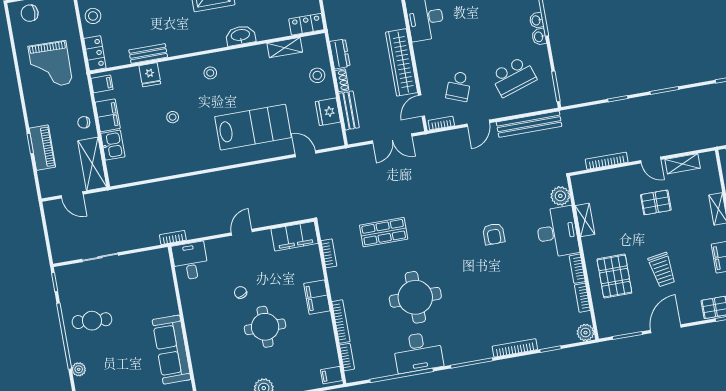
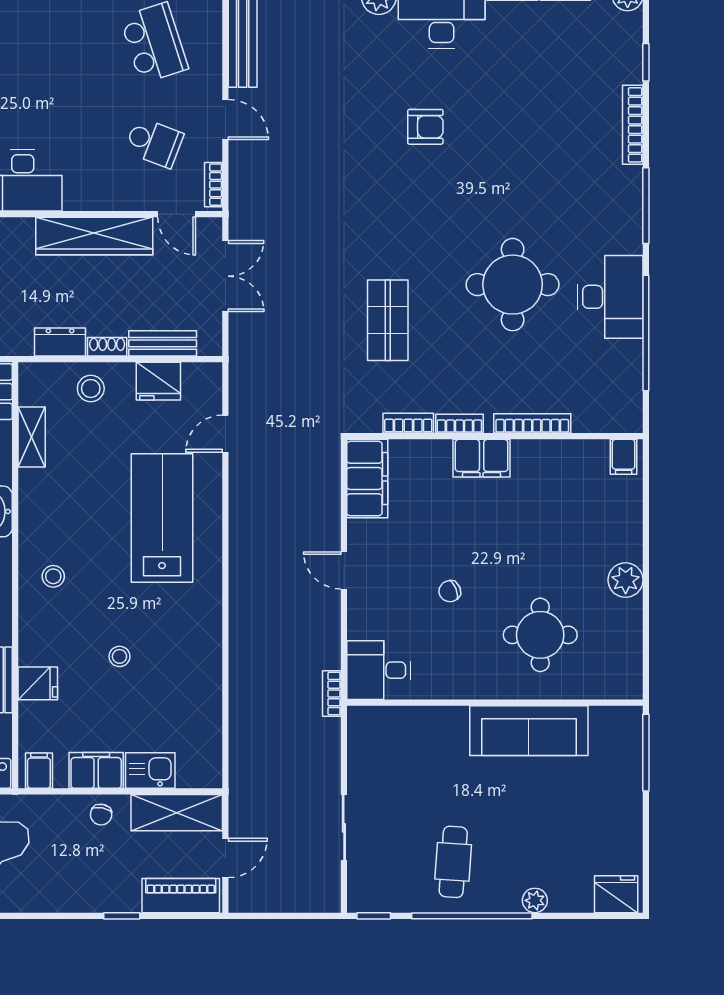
piano: (42, 148) -> (181, 896), moved
round table: (265, 327) -> (540, 635), moved
bookcase: (347, 357) -> (459, 424), moved

